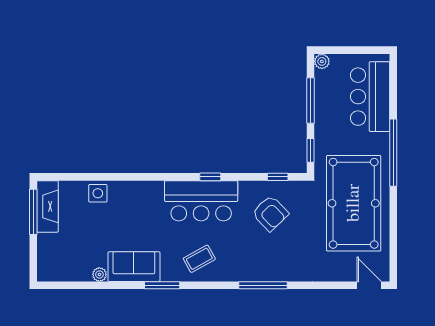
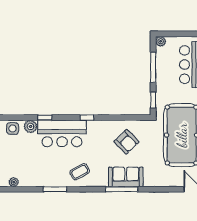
window: (278, 177) -> (45, 118), moved
plant: (125, 190) -> (30, 126), added
bar counter: (201, 201) -> (62, 133), moved
sofa: (134, 267) -> (126, 177), moved

